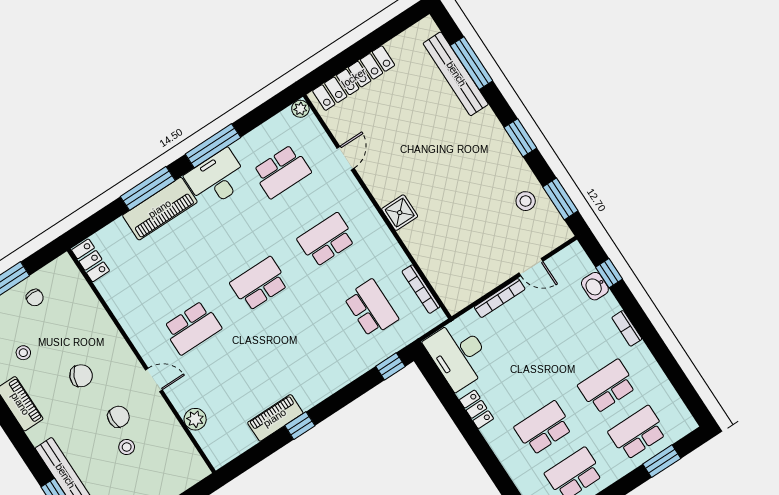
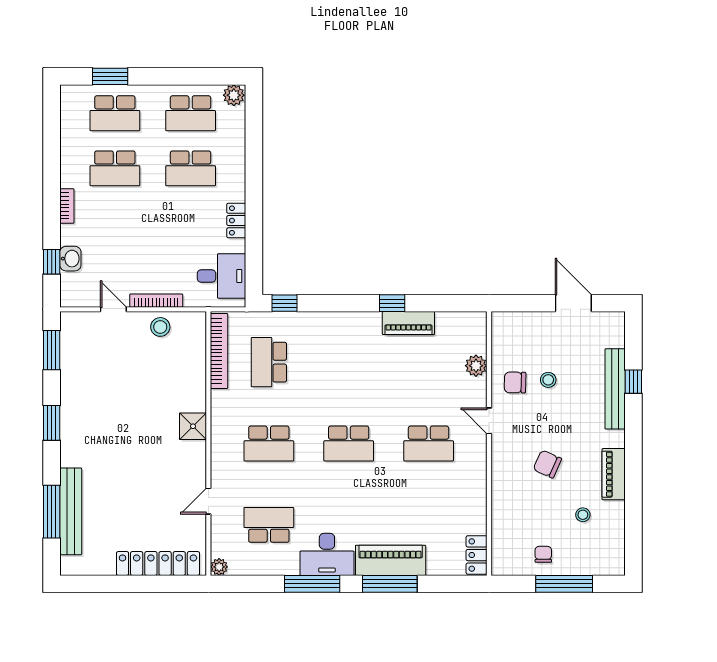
stool: (526, 201) -> (160, 327), moved
bookcase: (421, 289) -> (219, 351), width x1.48, depth x1.31
school desk: (192, 328) -> (429, 443), turned 180
desk: (458, 355) -> (221, 276), width x0.73
chair: (118, 417) -> (515, 382), moved

